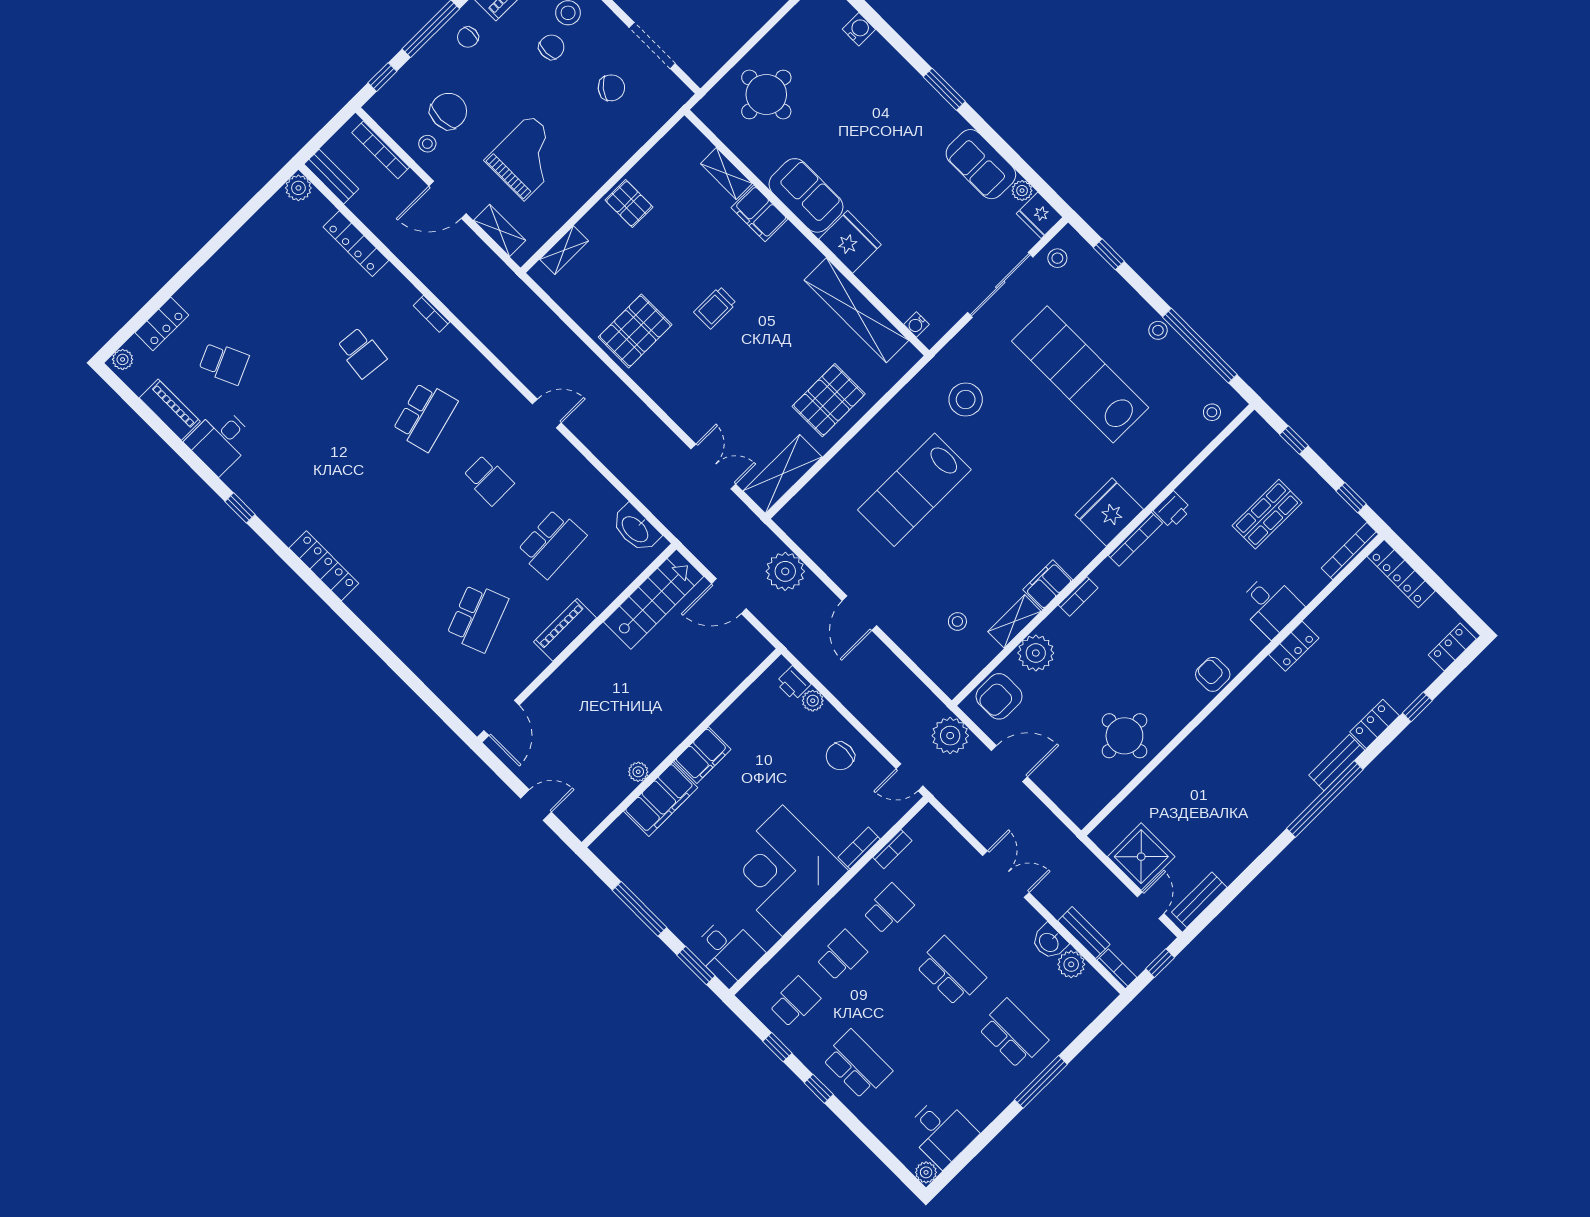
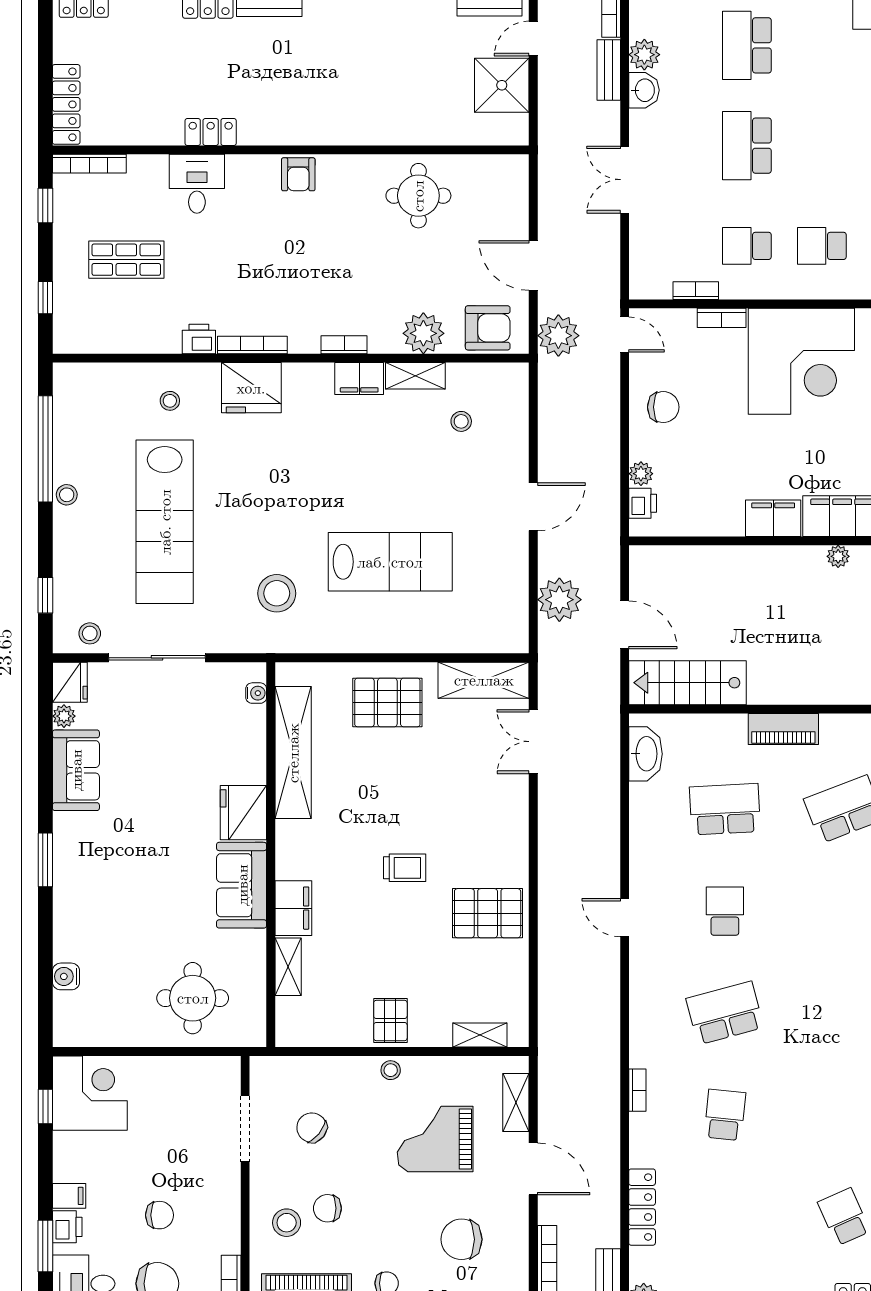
stool: (427, 144) -> (391, 1070), moved
stool: (1212, 412) -> (170, 401), moved

